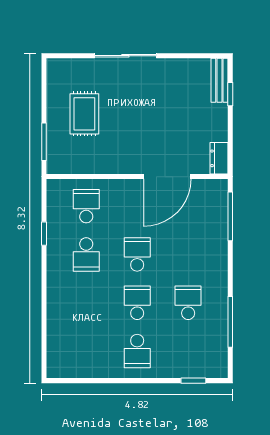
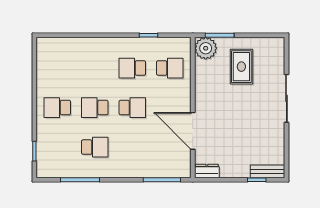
rug: (84, 114) -> (241, 67), turned 90
plant: (61, 160) -> (206, 48), added
school desk: (137, 303) -> (95, 108), turned 180

